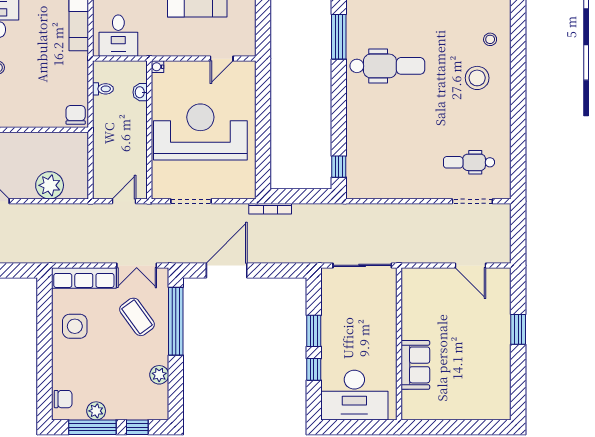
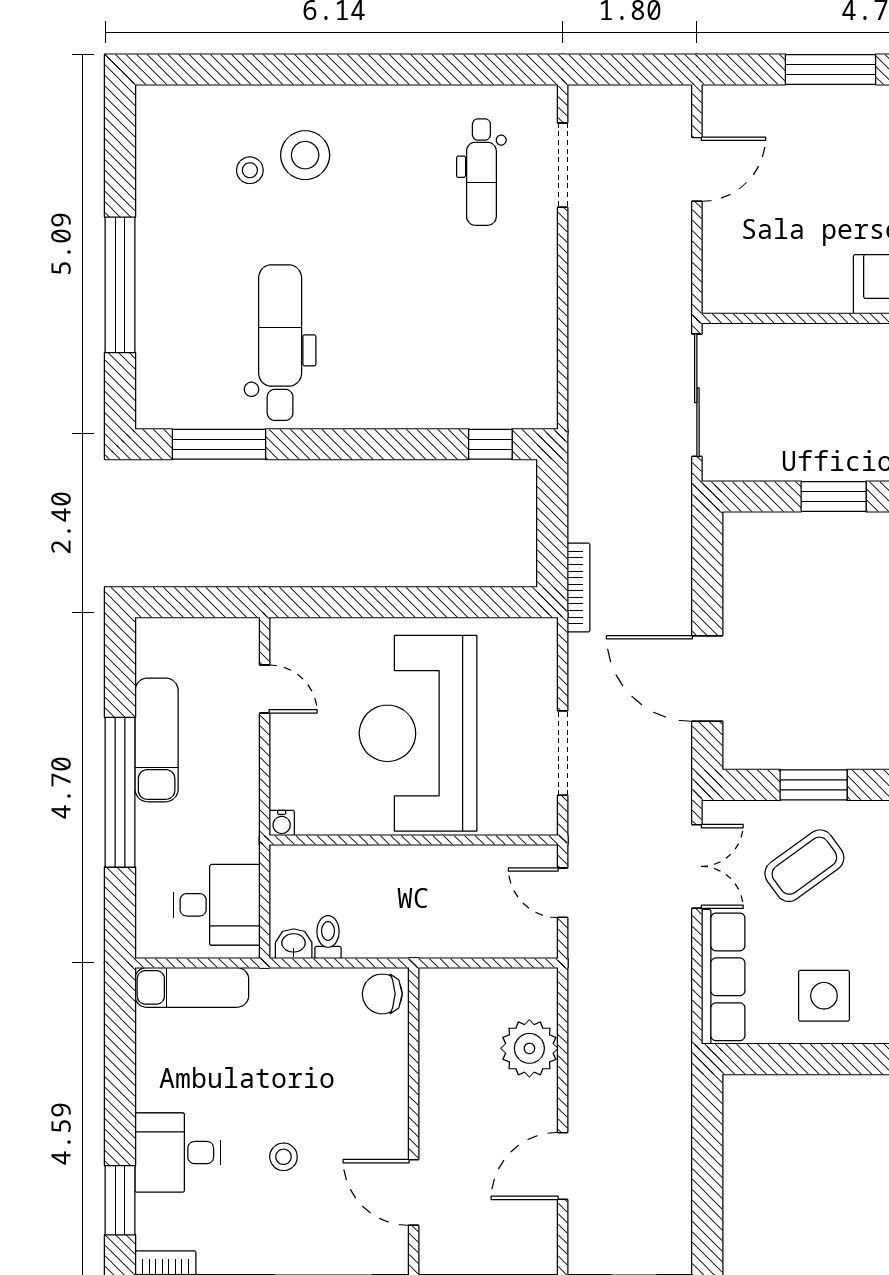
stool: (490, 39) -> (250, 170), moved
washbasin: (140, 92) -> (294, 944), moved, turned 180
window: (176, 321) -> (814, 785), width x0.47
window: (518, 329) -> (831, 69), width x1.44

